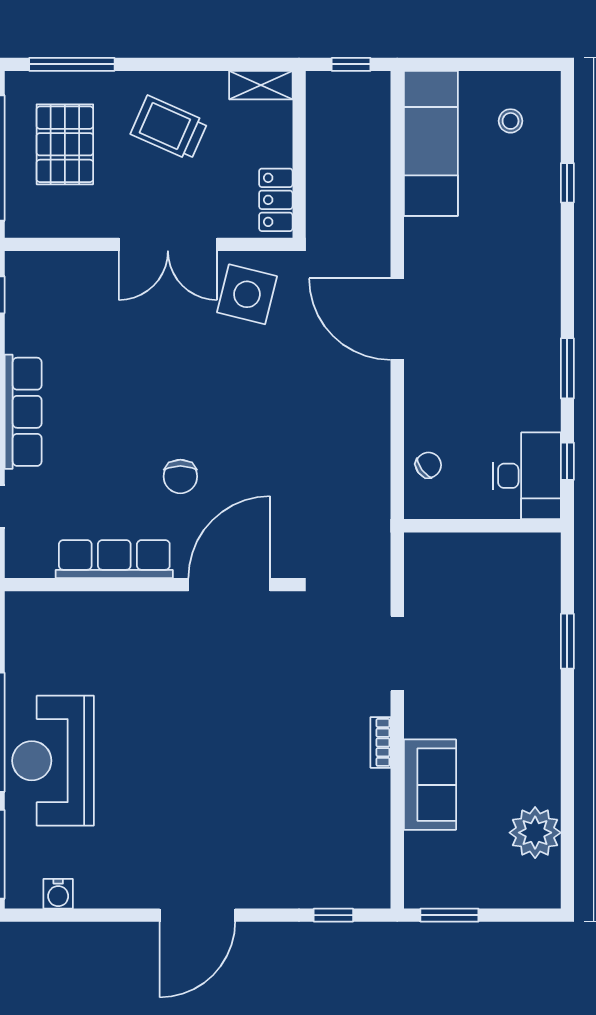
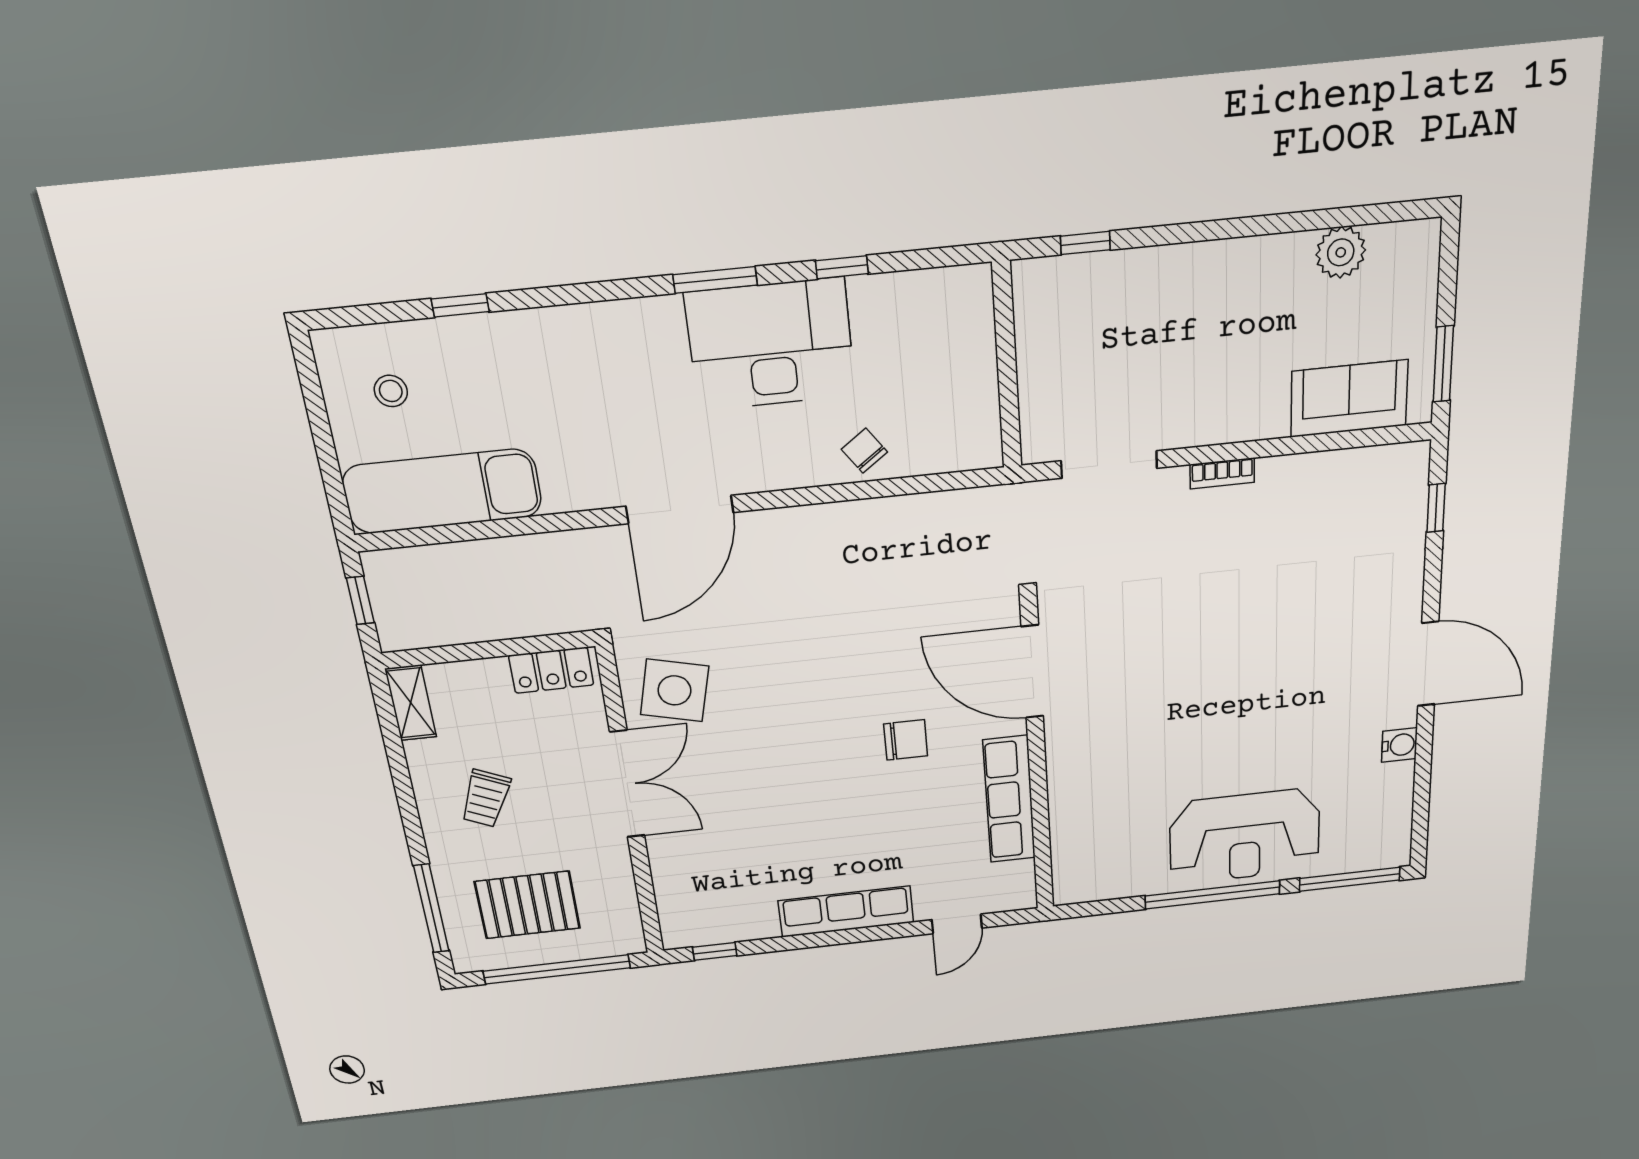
trolley: (169, 128) -> (485, 798), width x0.73, depth x0.72
desk: (527, 476) -> (771, 344), moved, width x1.36, depth x1.30
wall: (482, 526) -> (1007, 366), moved
window: (567, 641) -> (1085, 243), width x0.67
sofa: (430, 785) -> (1349, 399), moved
plant: (535, 833) -> (1341, 252), width x0.73, depth x0.73
water cooler: (58, 894) -> (1399, 745), moved

